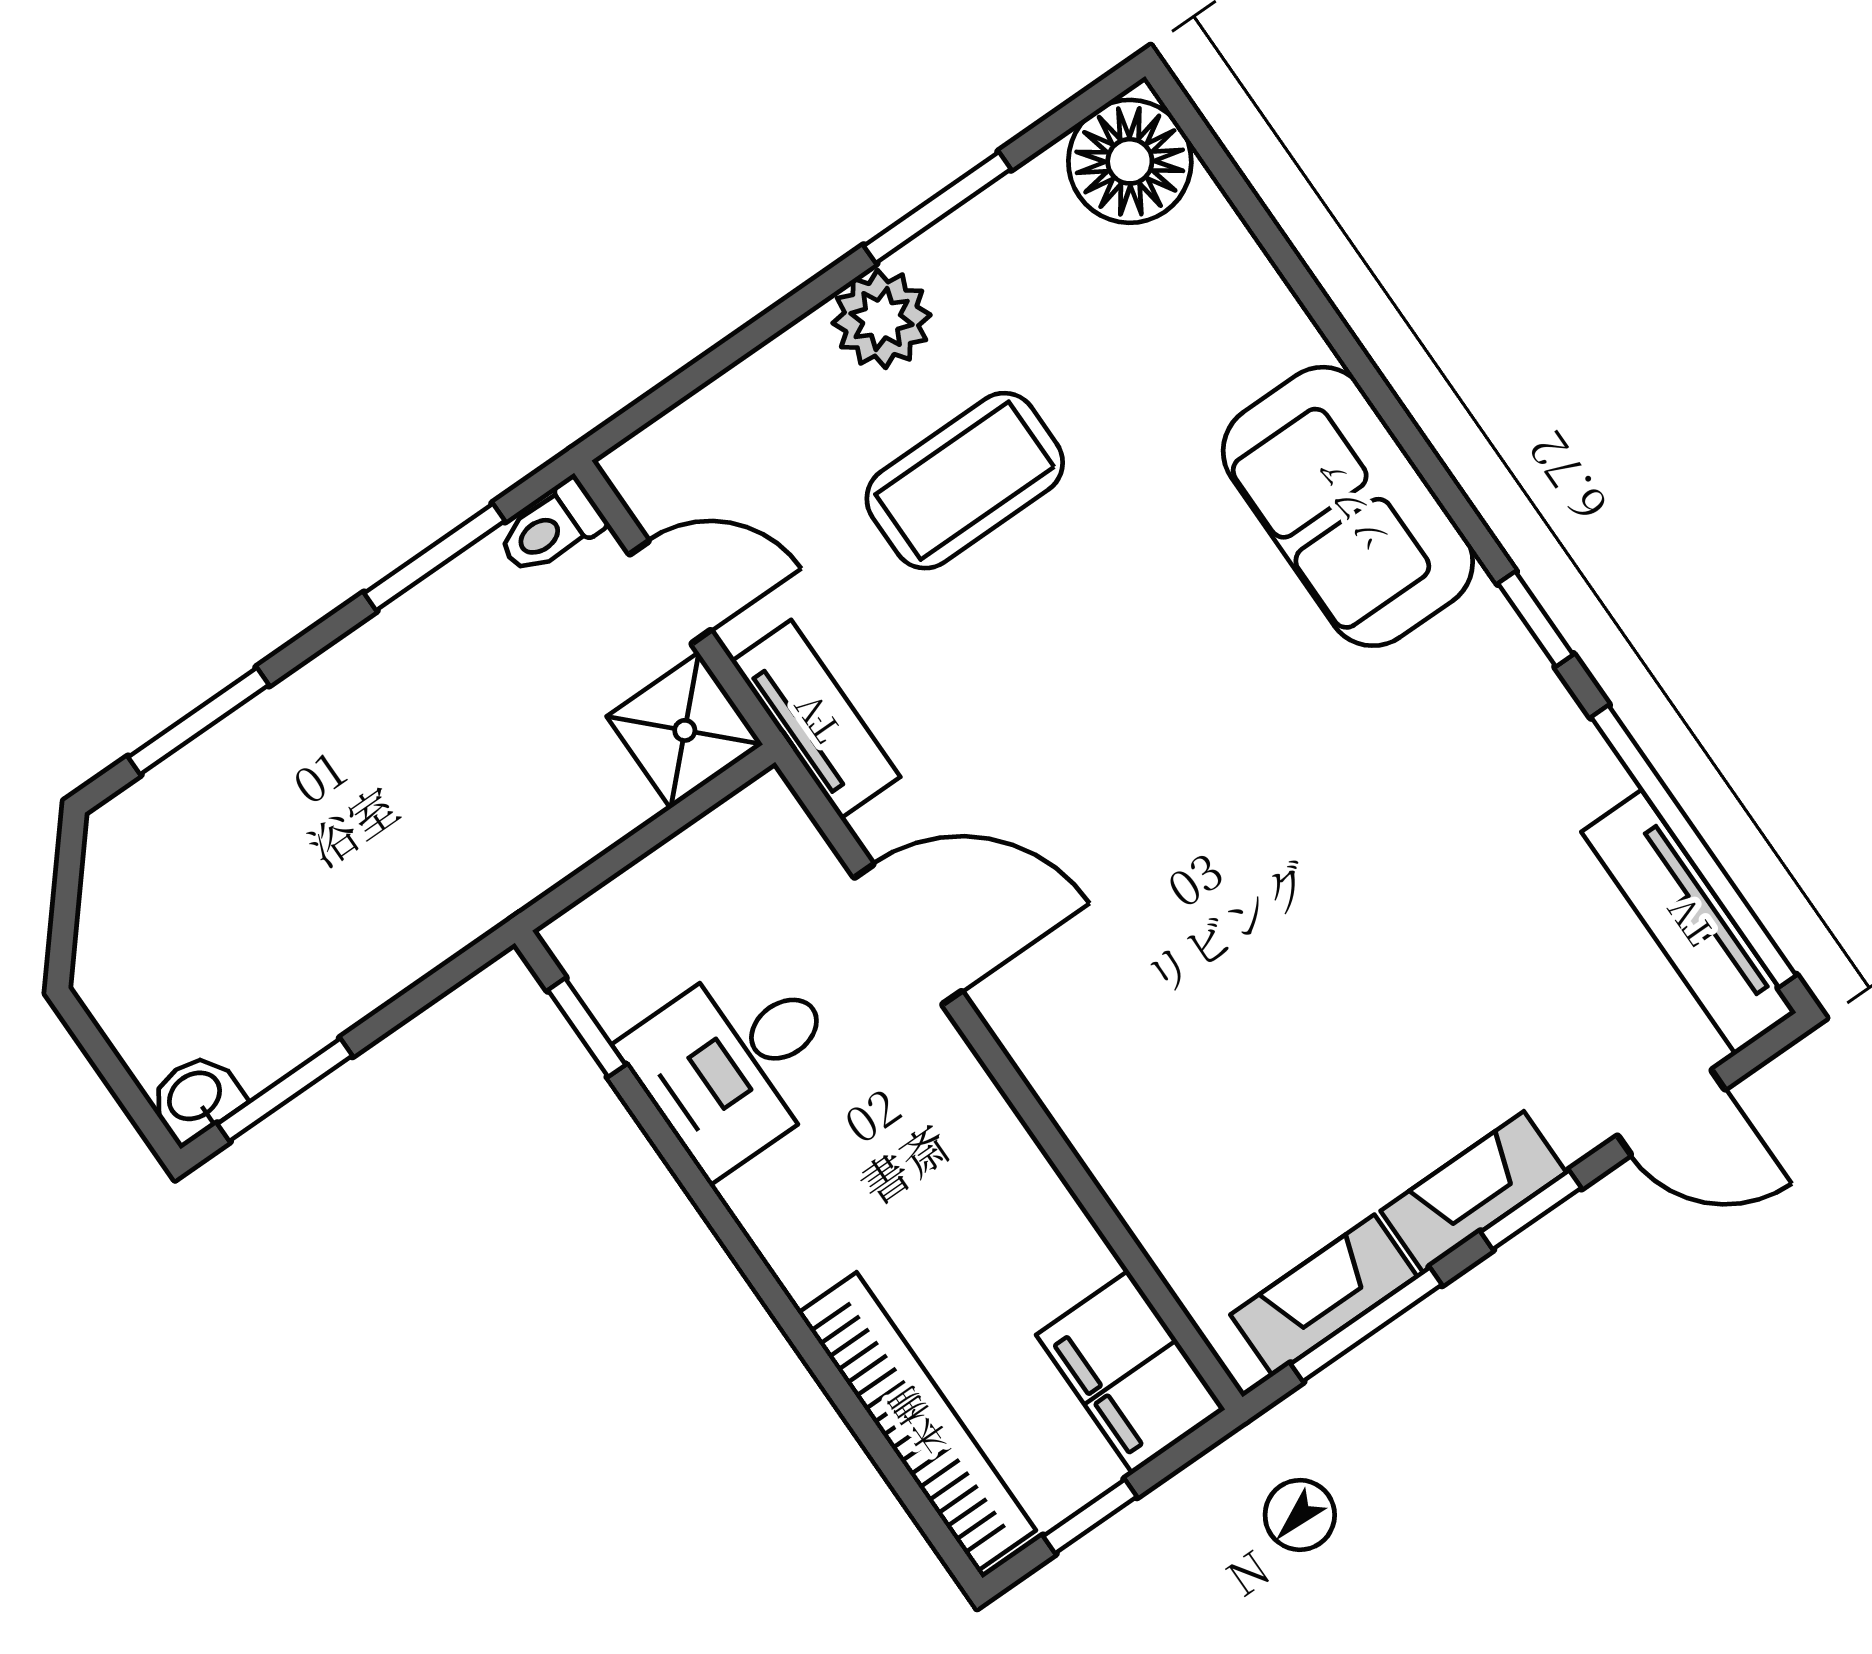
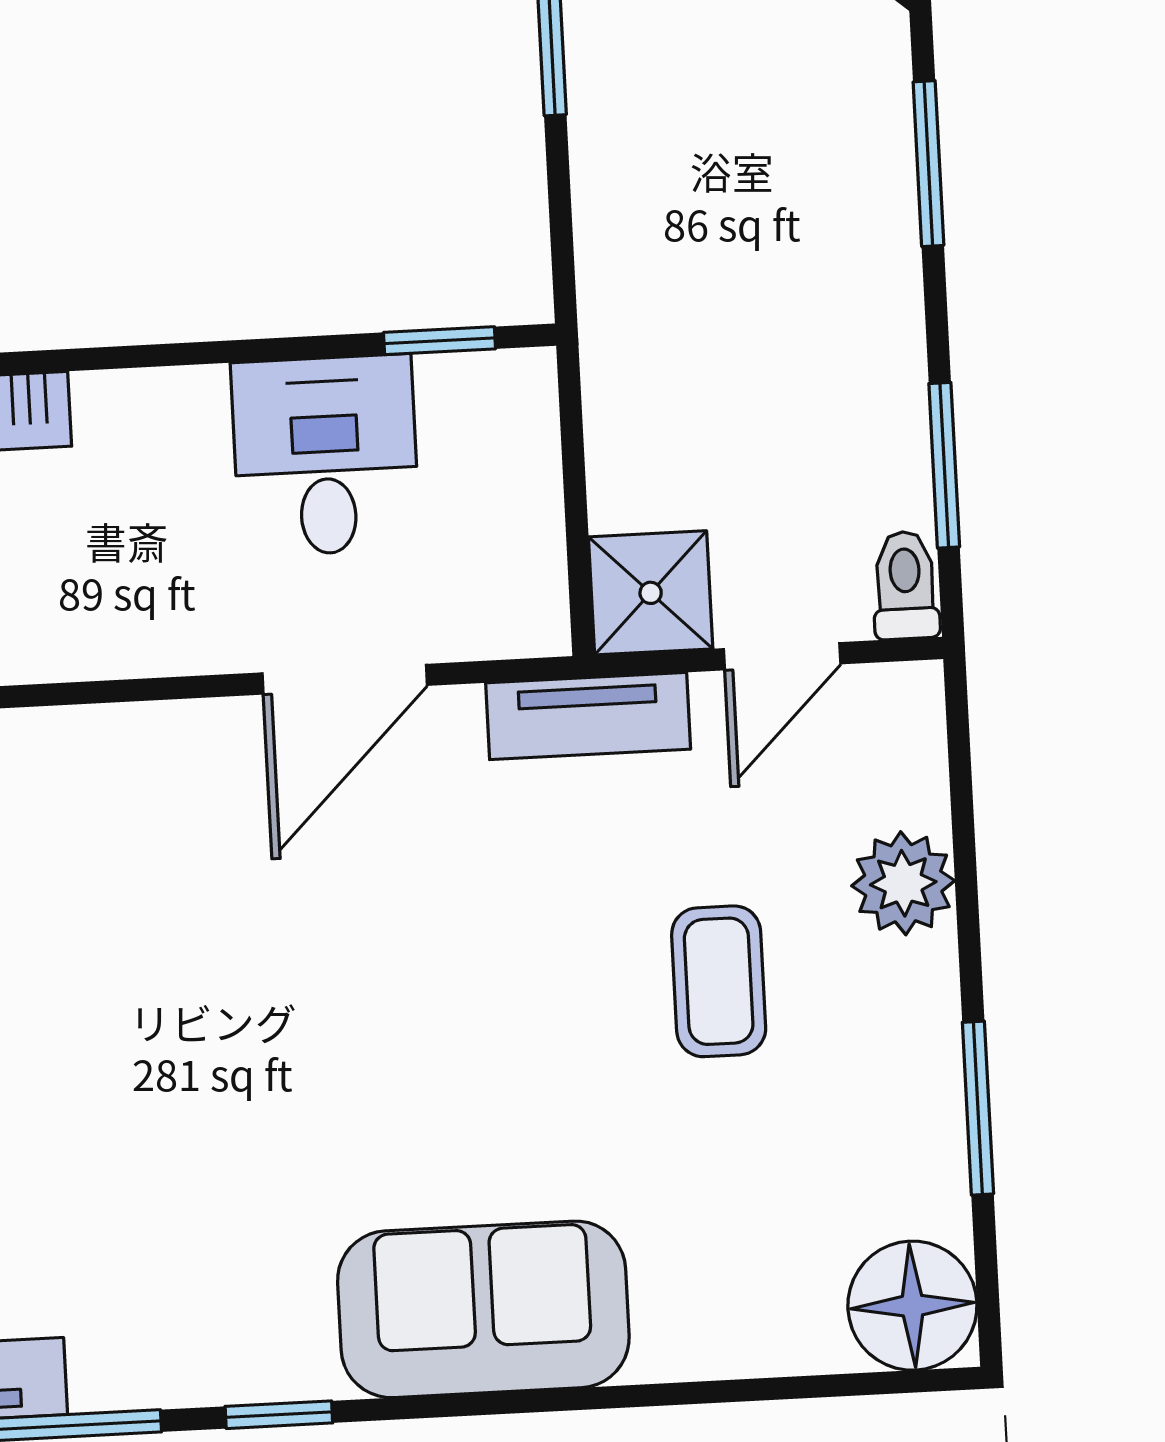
plant: (882, 319) -> (903, 883), moved
coffee table: (965, 481) -> (719, 981), width x0.73, depth x0.77

